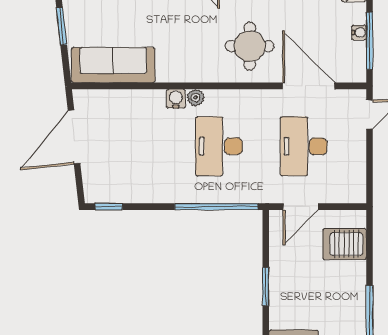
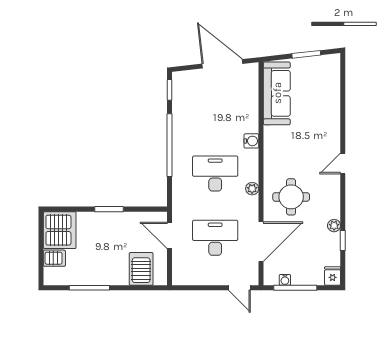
water cooler: (359, 33) -> (285, 280), moved
plant: (196, 98) -> (252, 189), moved
window: (216, 207) -> (169, 145), moved

